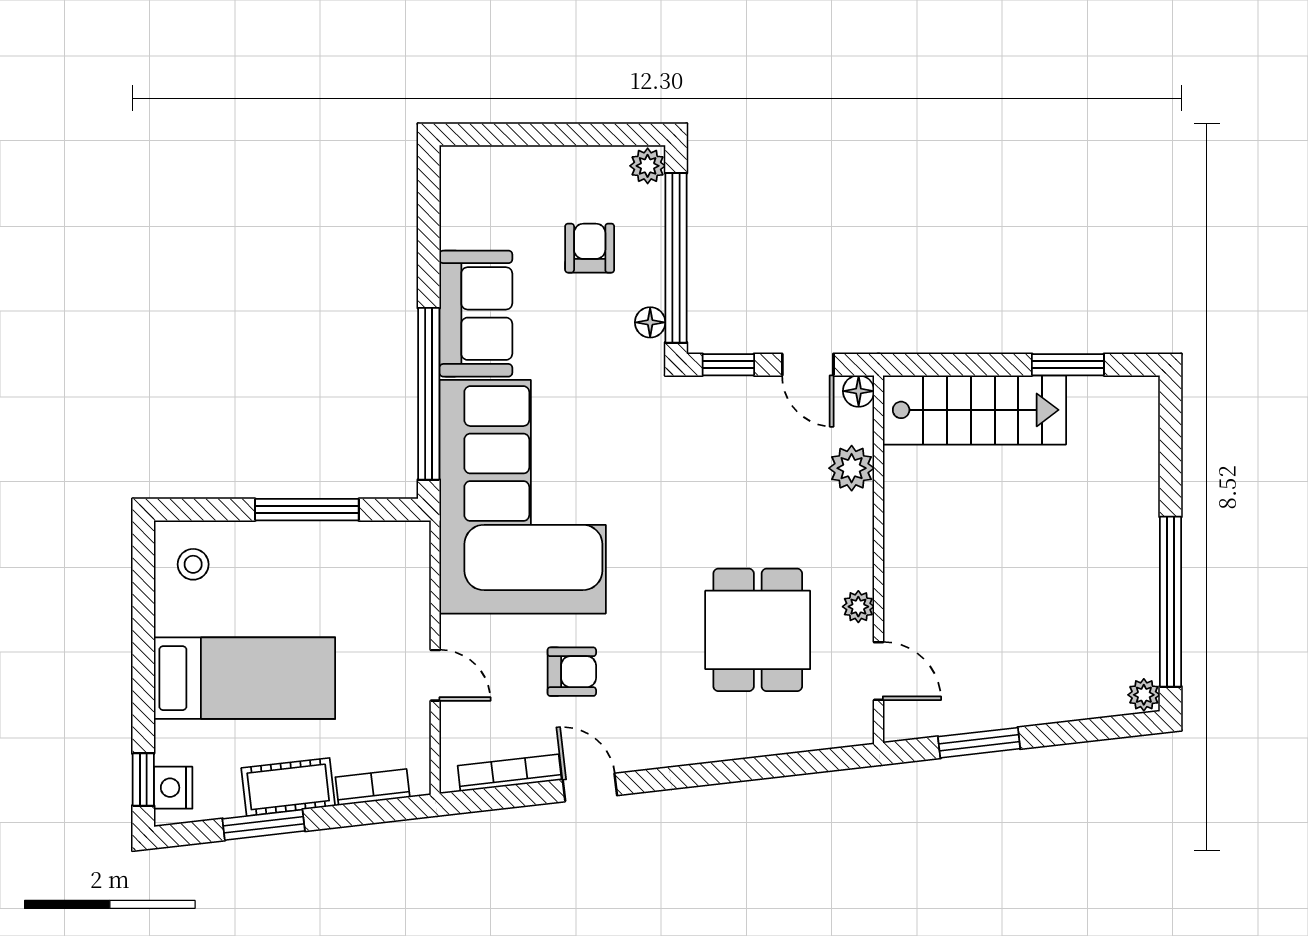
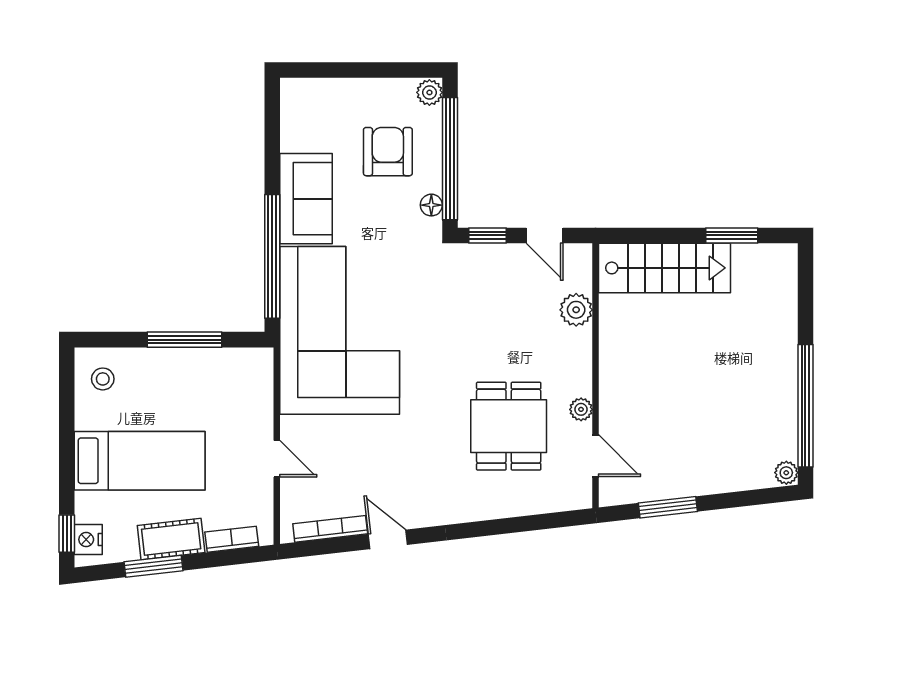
armchair: (590, 248) -> (388, 152), width x1.38, depth x1.38
floor lamp: (859, 391) -> (581, 254), removed
armchair: (572, 672) -> (375, 456), removed

